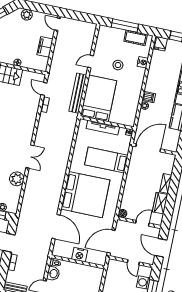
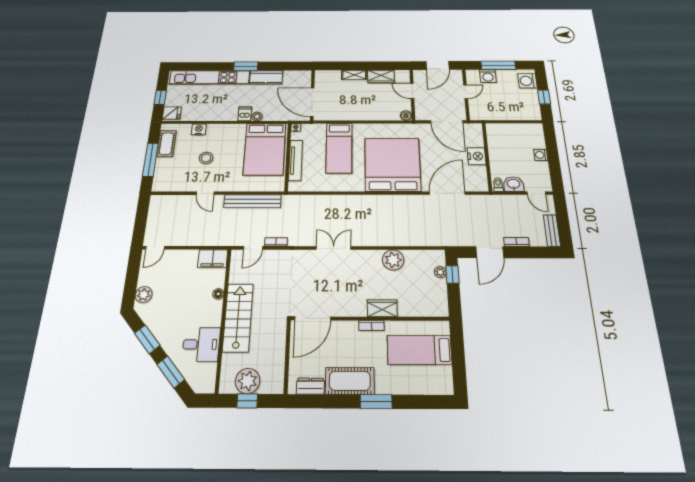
filing cabinet: (45, 47) -> (213, 259), moved
bed: (99, 98) -> (265, 149), moved, turned -90
double door: (30, 157) -> (334, 248), moved

